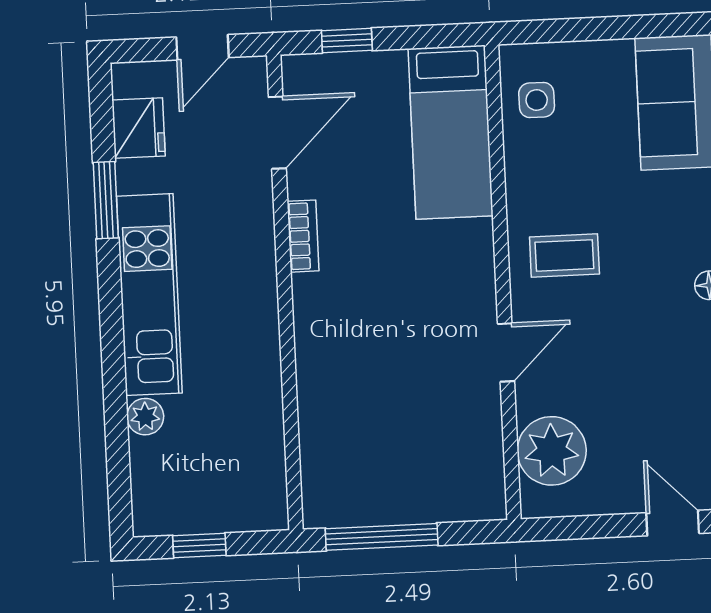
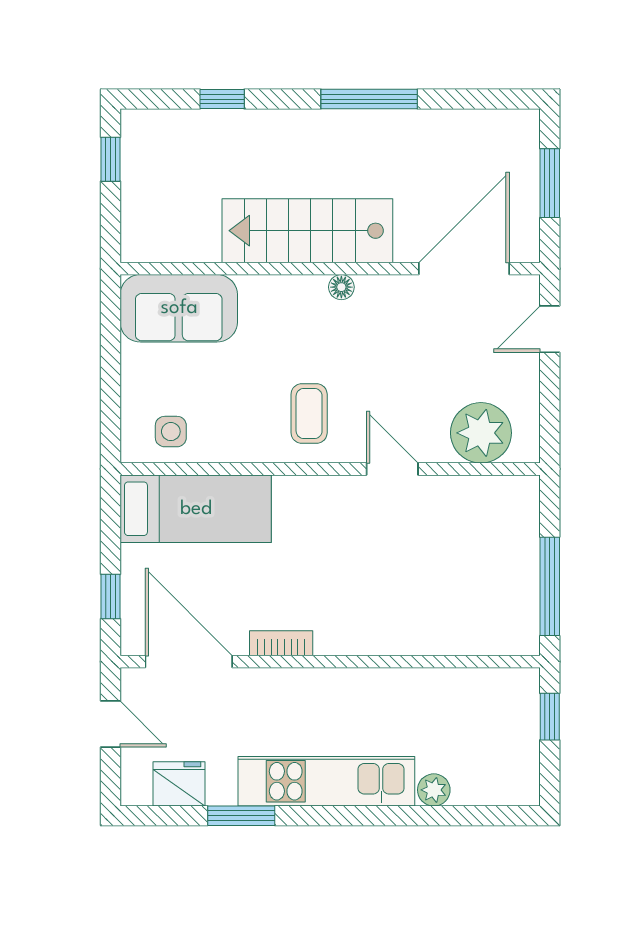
door: (277, 133) -> (189, 662), width x1.36
window: (199, 545) -> (550, 717), moved

